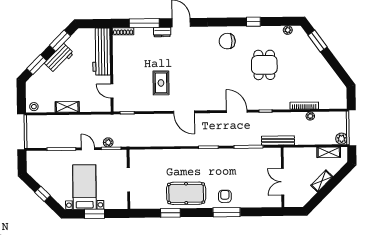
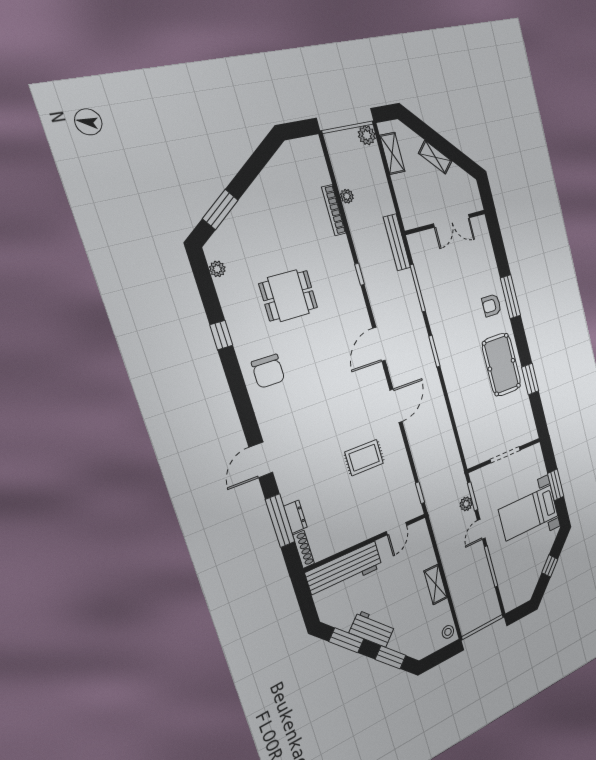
dresser: (162, 32) -> (295, 517), moved
door: (237, 111) -> (379, 344), moved

